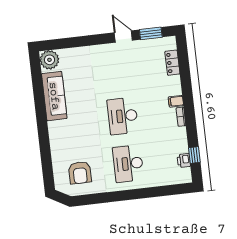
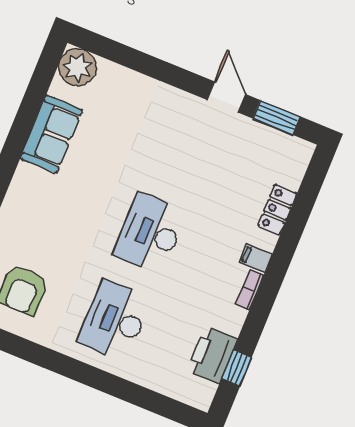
locker: (172, 63) -> (277, 210), moved
sofa: (54, 96) -> (51, 134), width x0.73
printer: (184, 161) -> (212, 355), width x1.87, depth x1.48

